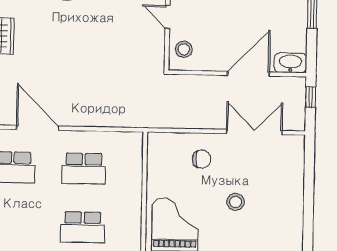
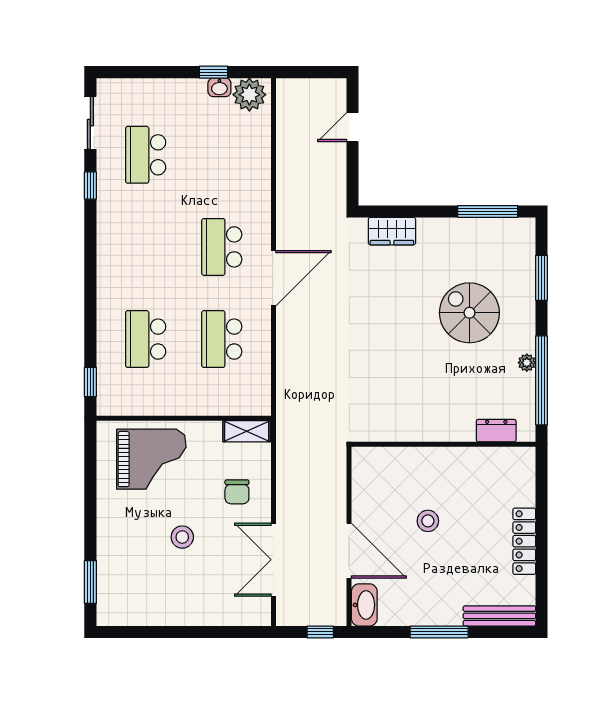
door: (168, 17) -> (421, 444), removed
stool: (184, 49) -> (428, 521), moved
double door: (254, 132) -> (273, 560), swing flipped
shelving: (155, 151) -> (247, 431), added

